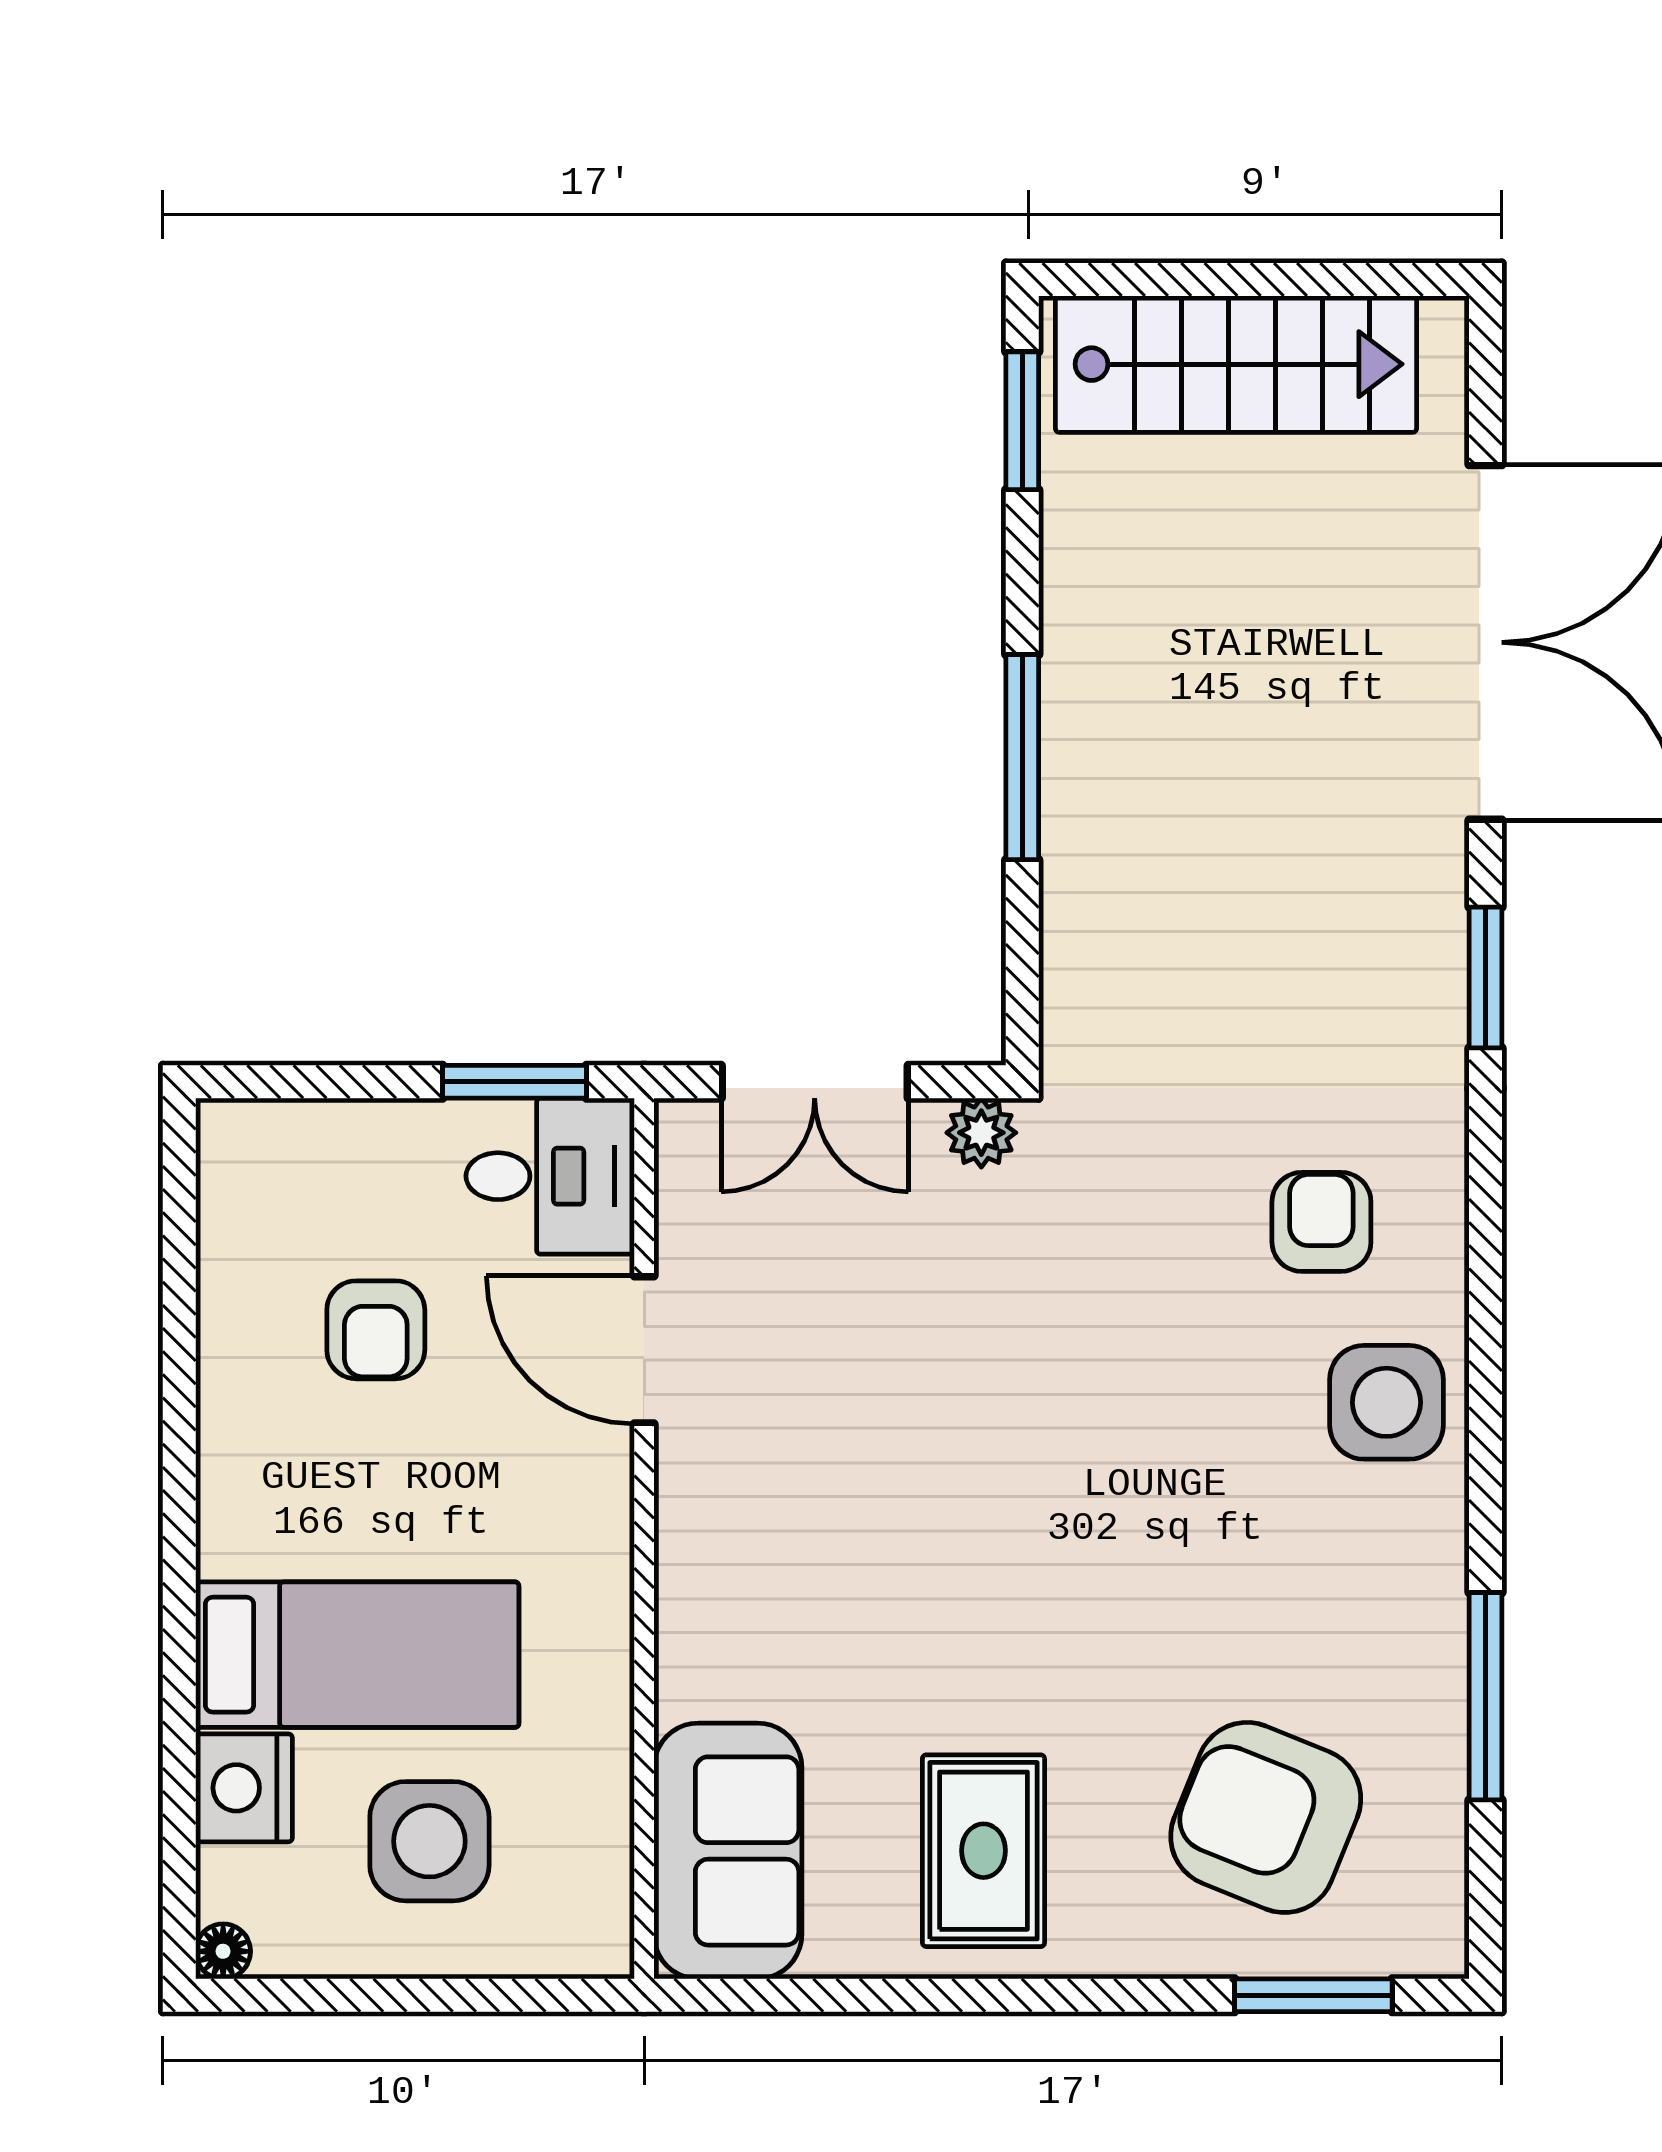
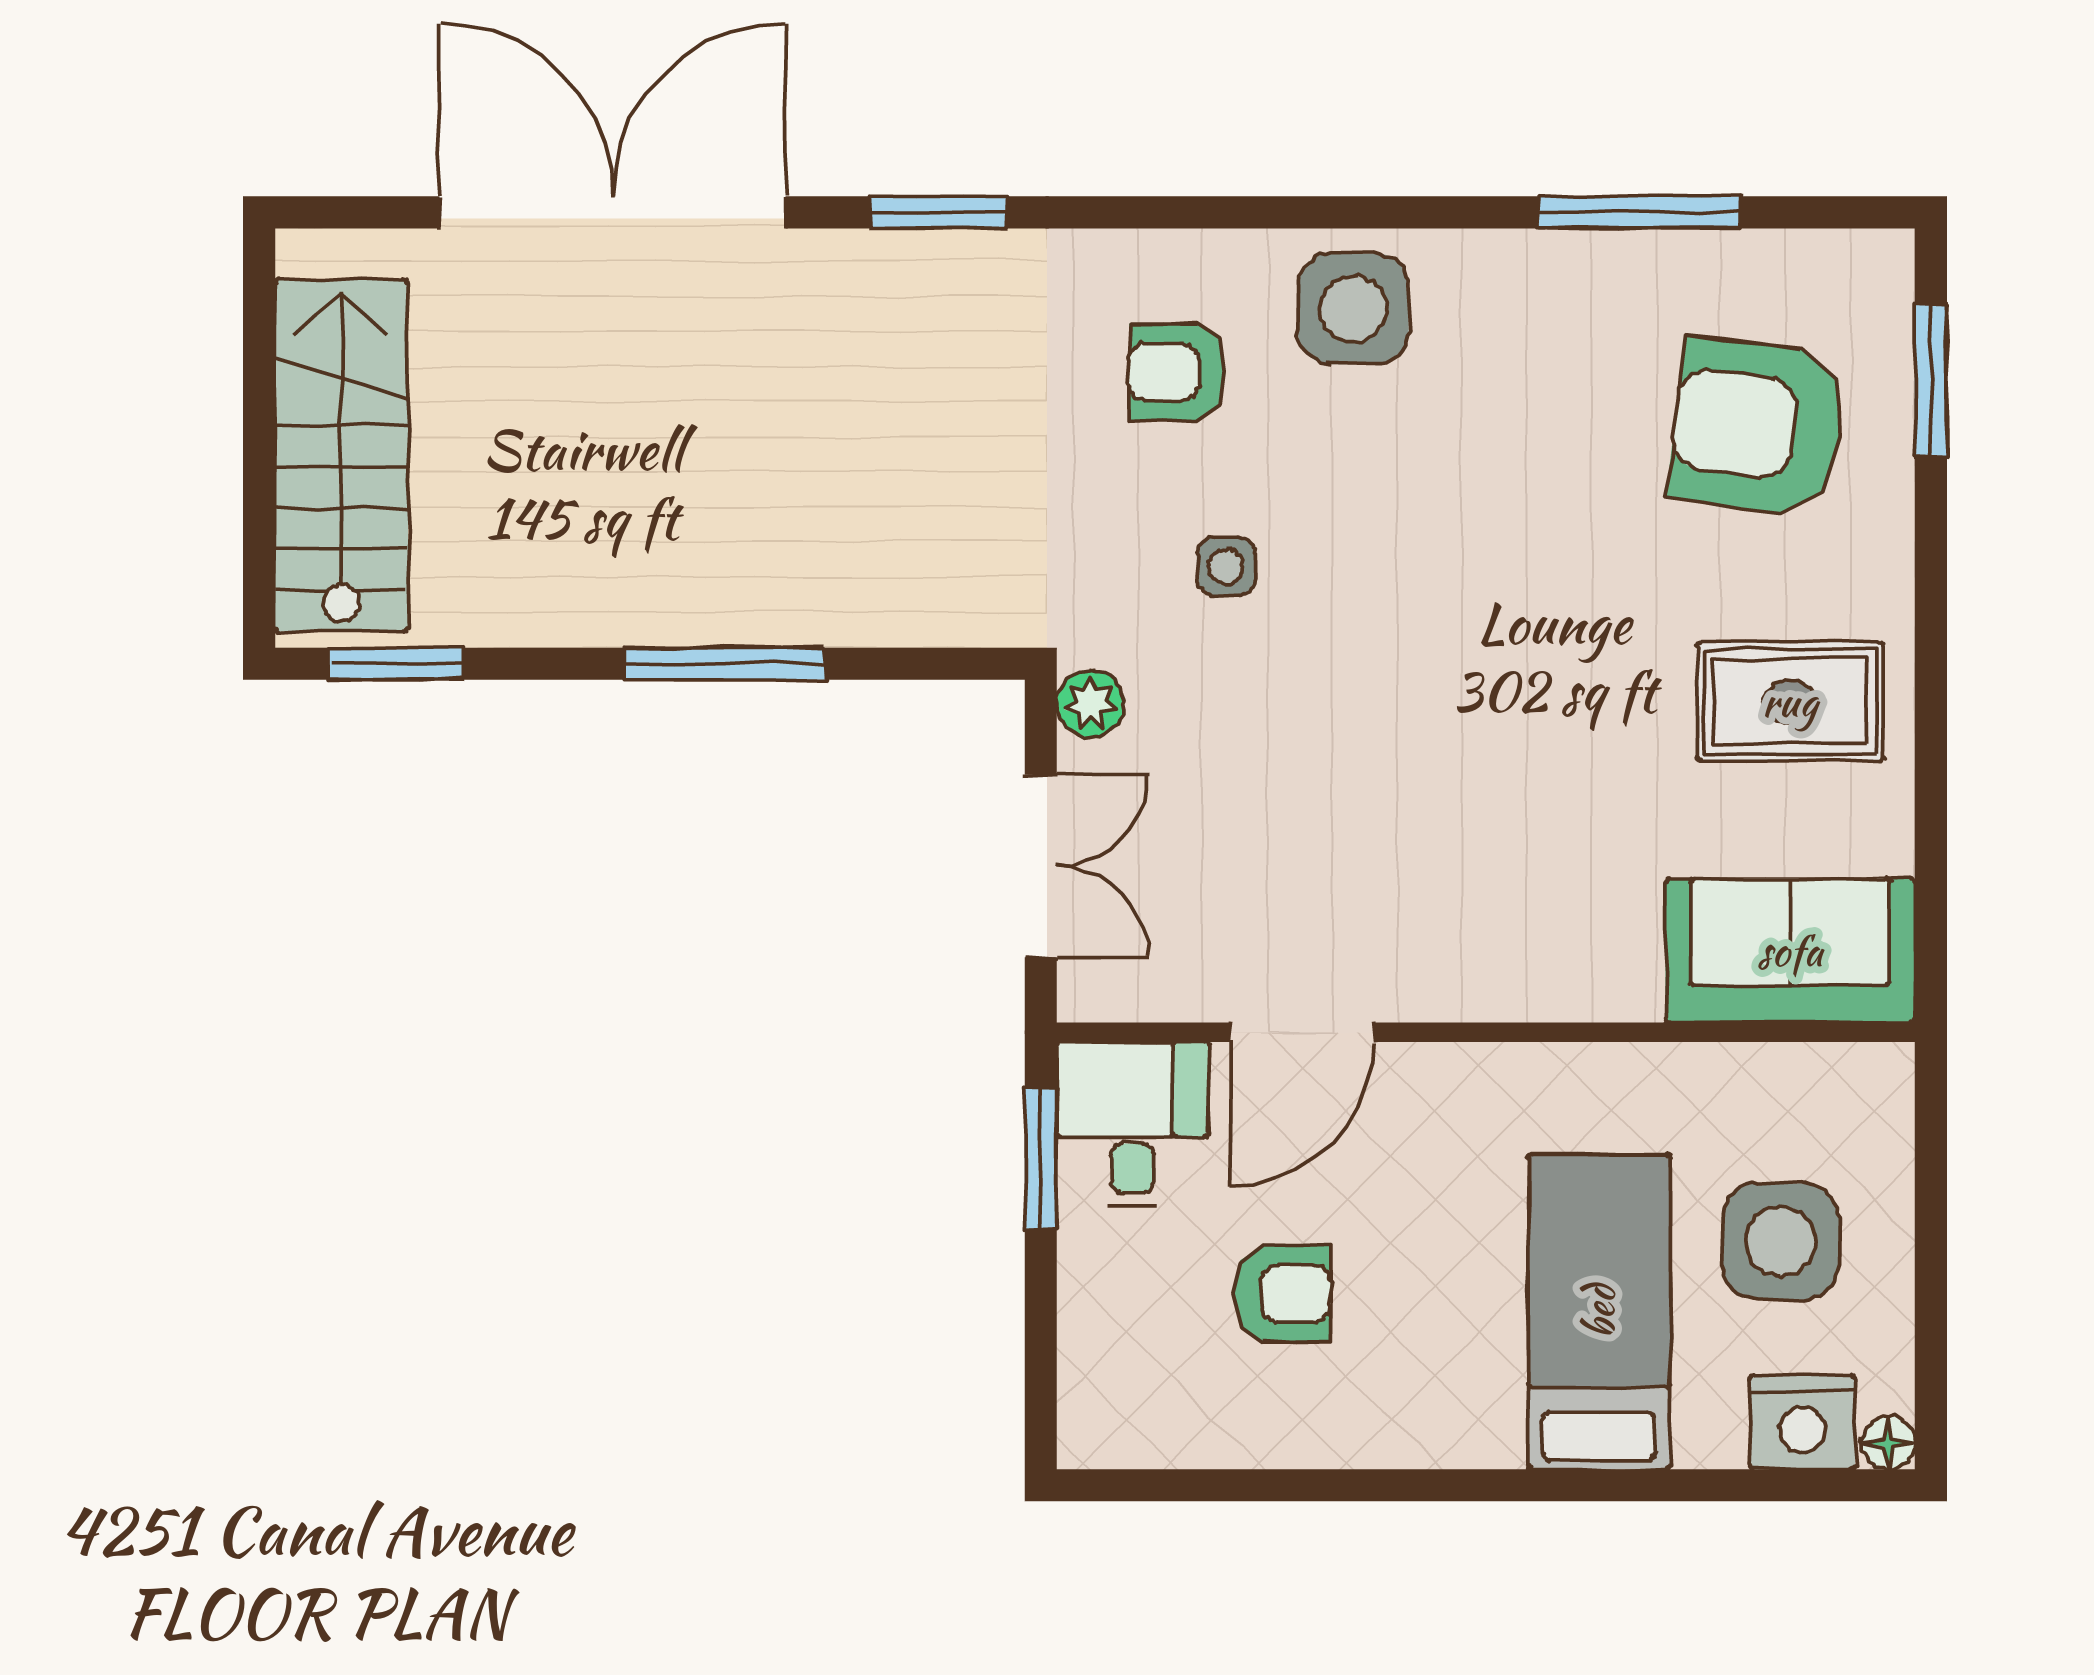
side table: (1122, 1272) -> (1226, 566), added
nightstand: (244, 1788) -> (1802, 1422), moved
armchair: (1266, 1817) -> (1758, 426), turned 75

